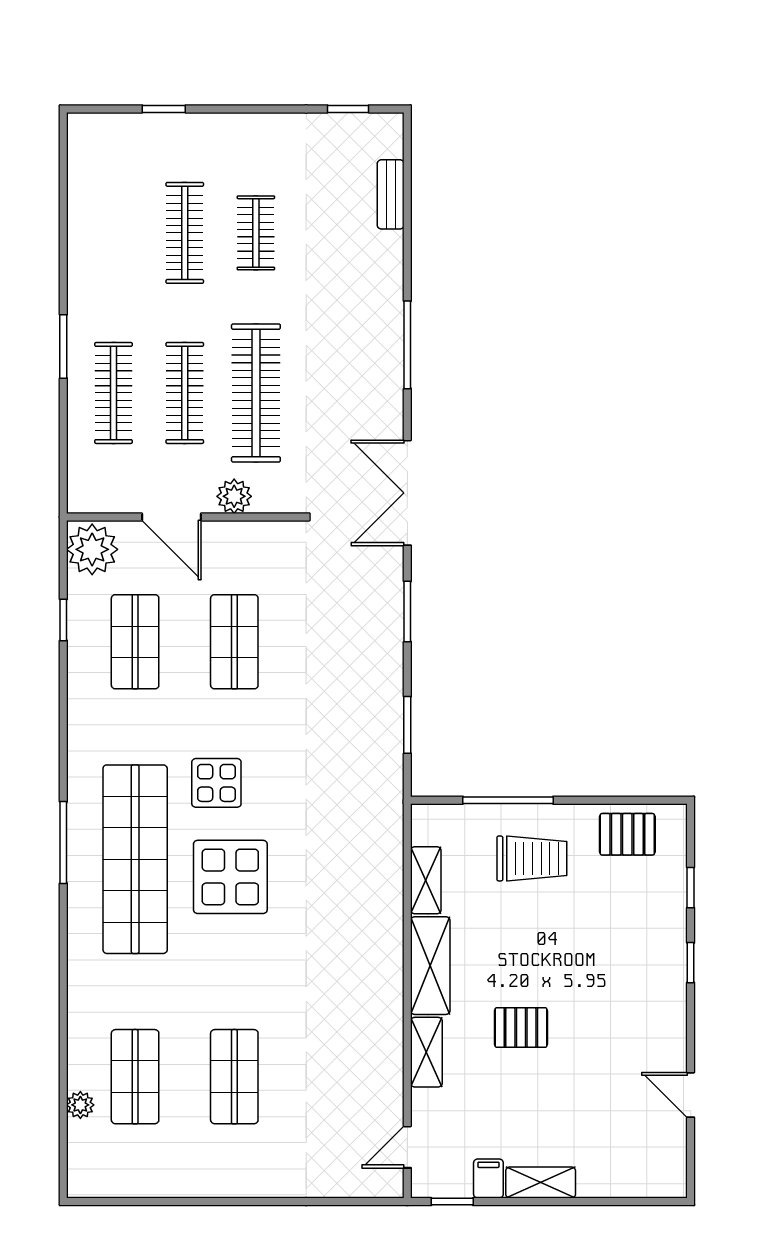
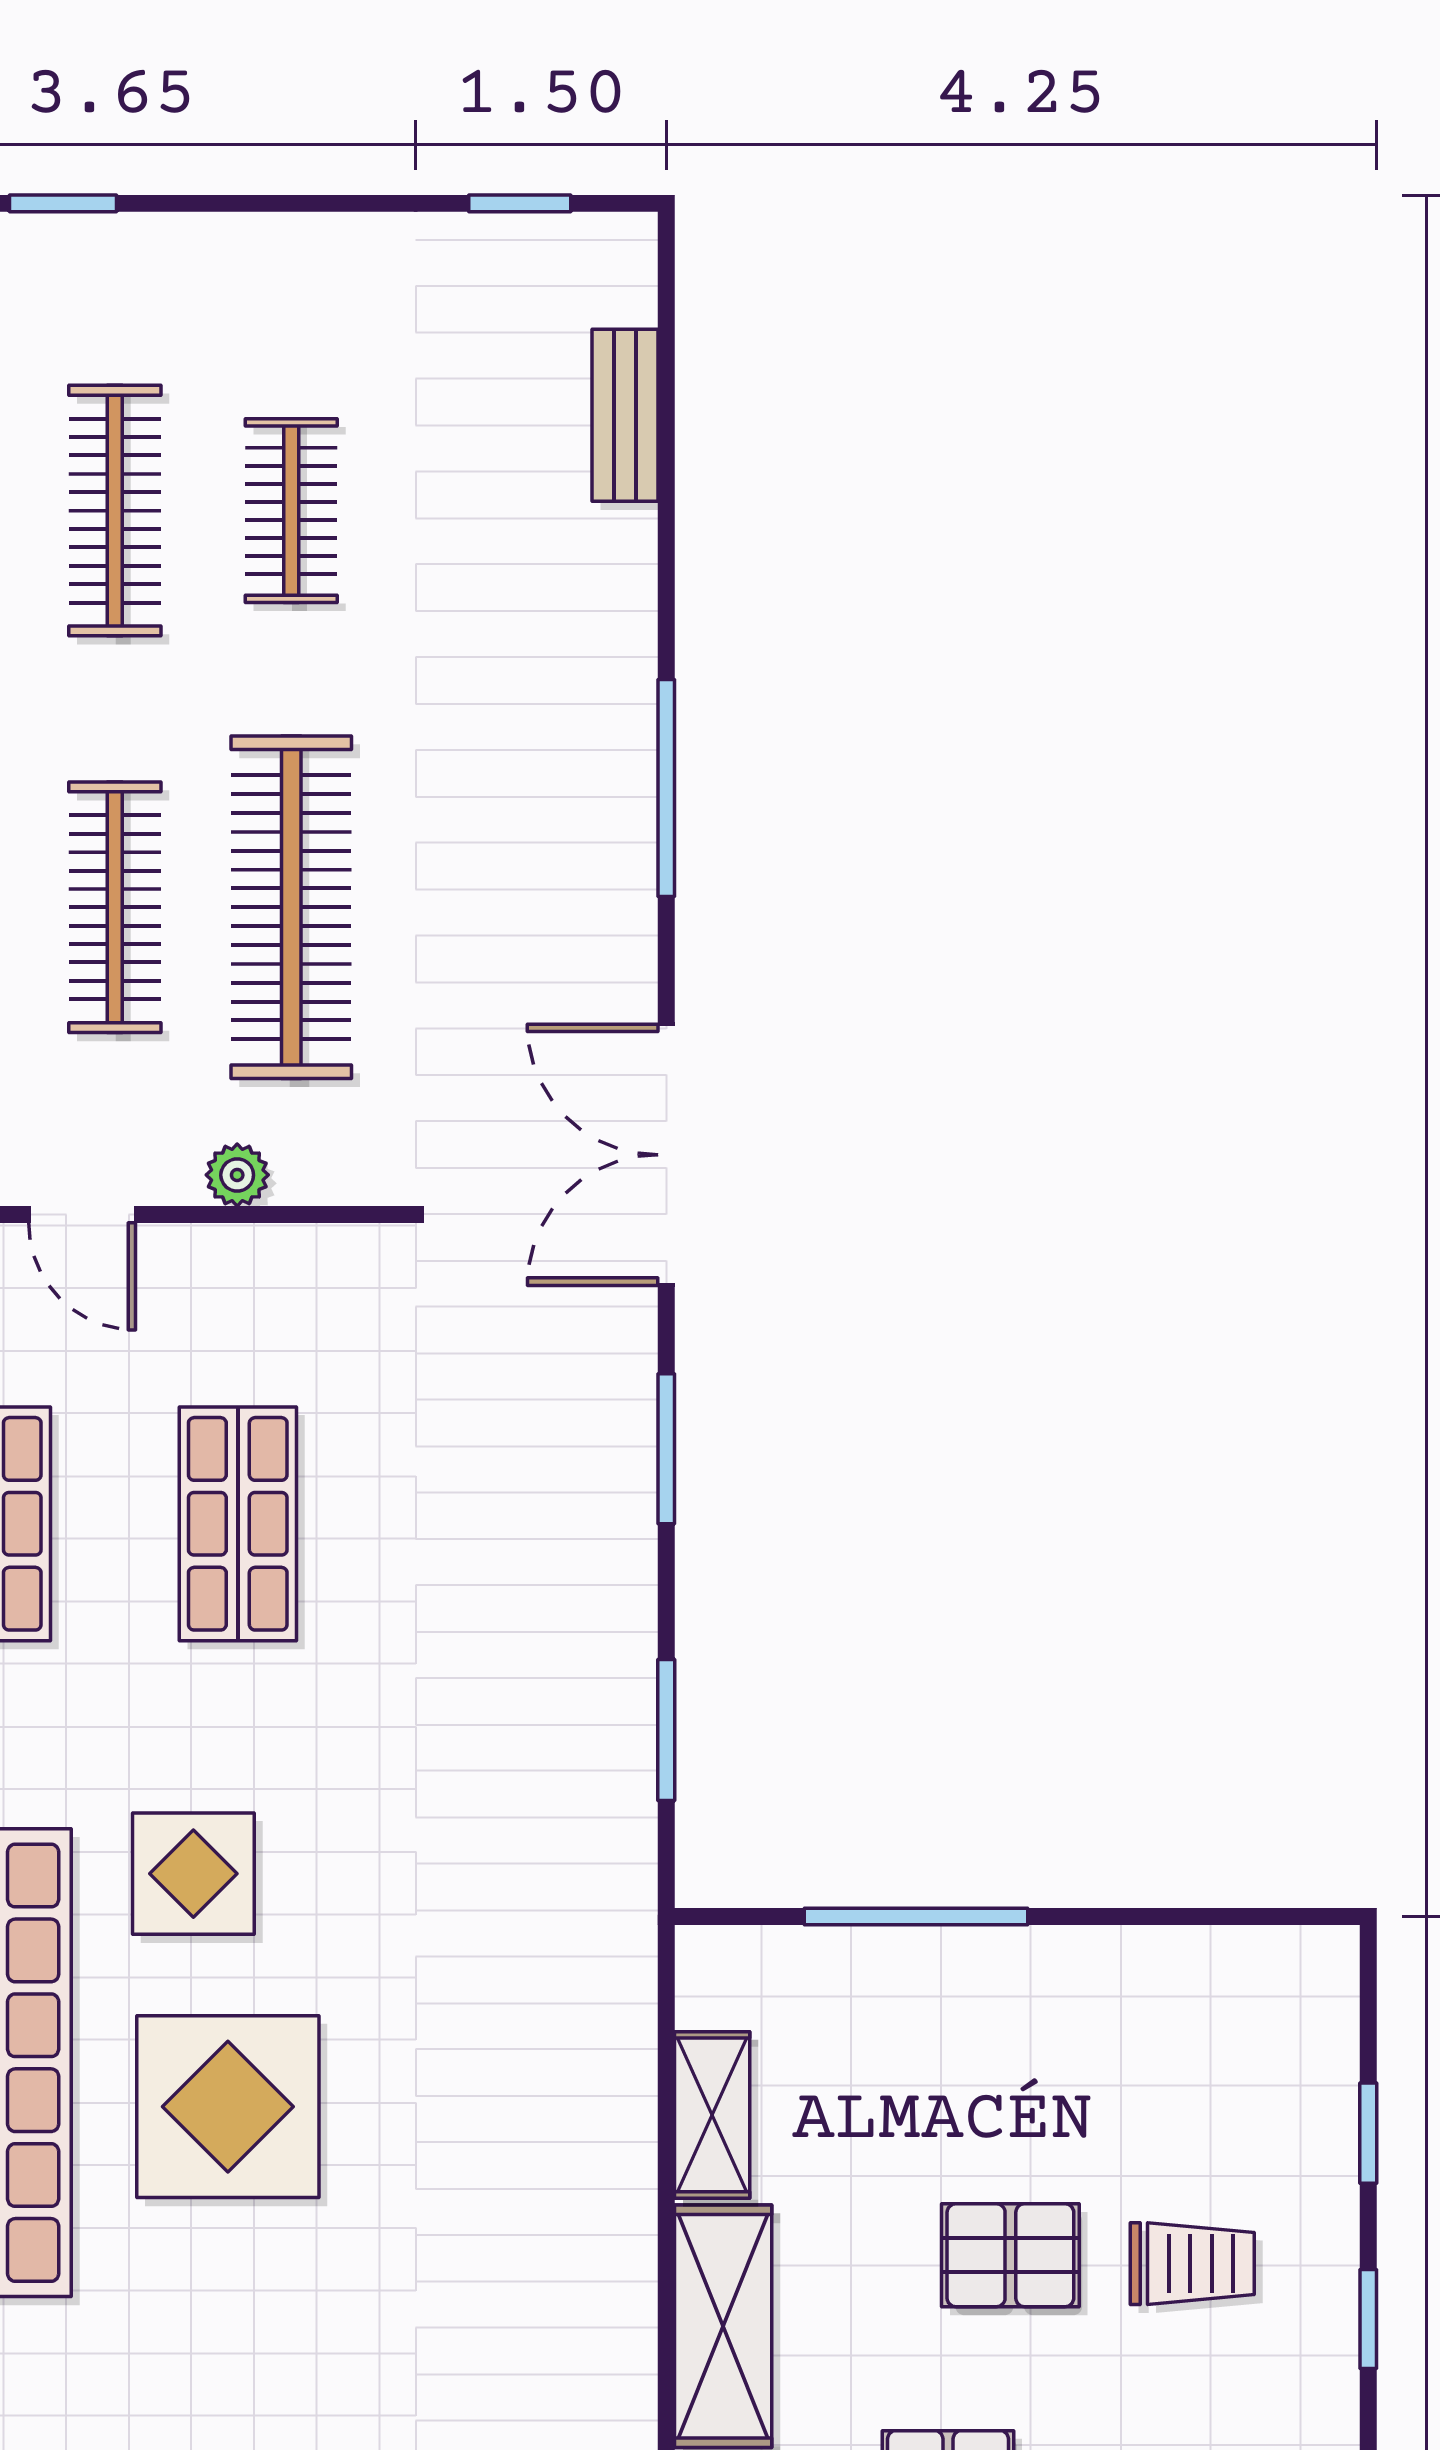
plant: (234, 496) -> (237, 1175), width x0.73, depth x0.73
door: (172, 517) -> (82, 1215), width x0.73
pallet: (627, 834) -> (1010, 2255), moved
trolley: (532, 858) -> (1192, 2264), moved, width x0.73, depth x0.72

